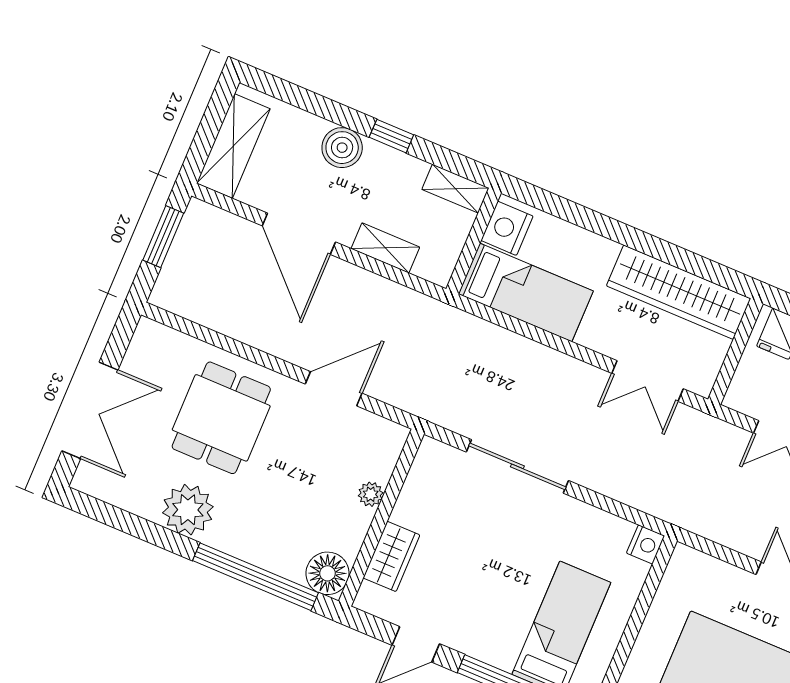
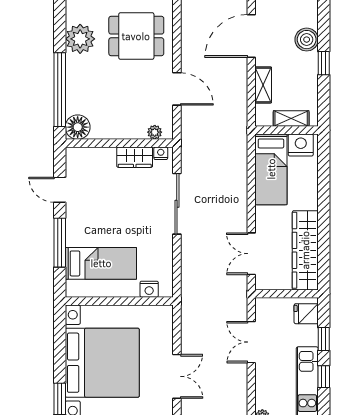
shelving: (455, 189) -> (291, 118), moved, turned 90
nightstand: (426, 458) -> (161, 153), added
plant: (371, 494) -> (155, 132), moved
nightstand: (646, 544) -> (149, 289), moved
wardrobe: (391, 556) -> (135, 157), moved

